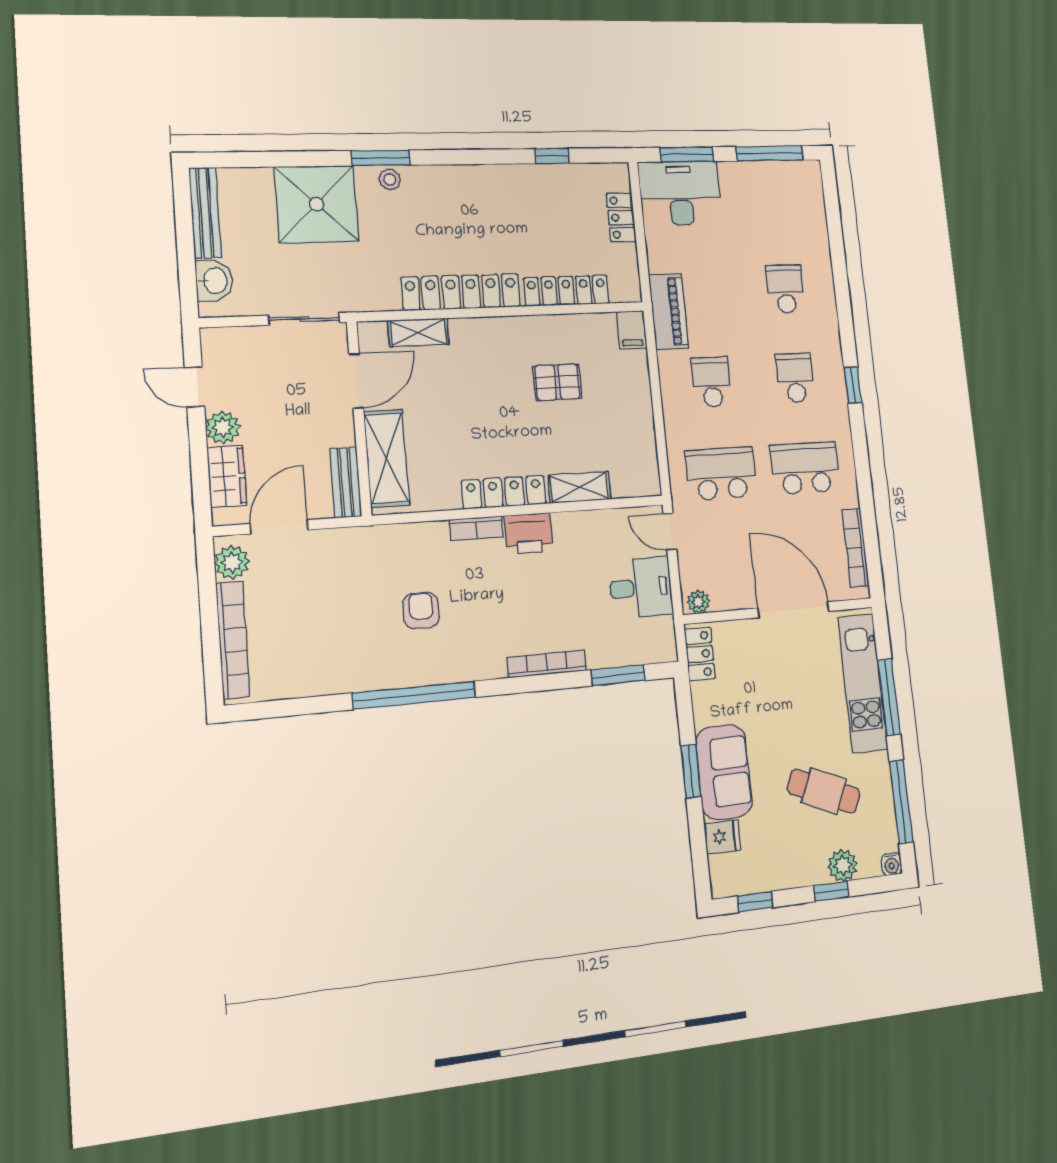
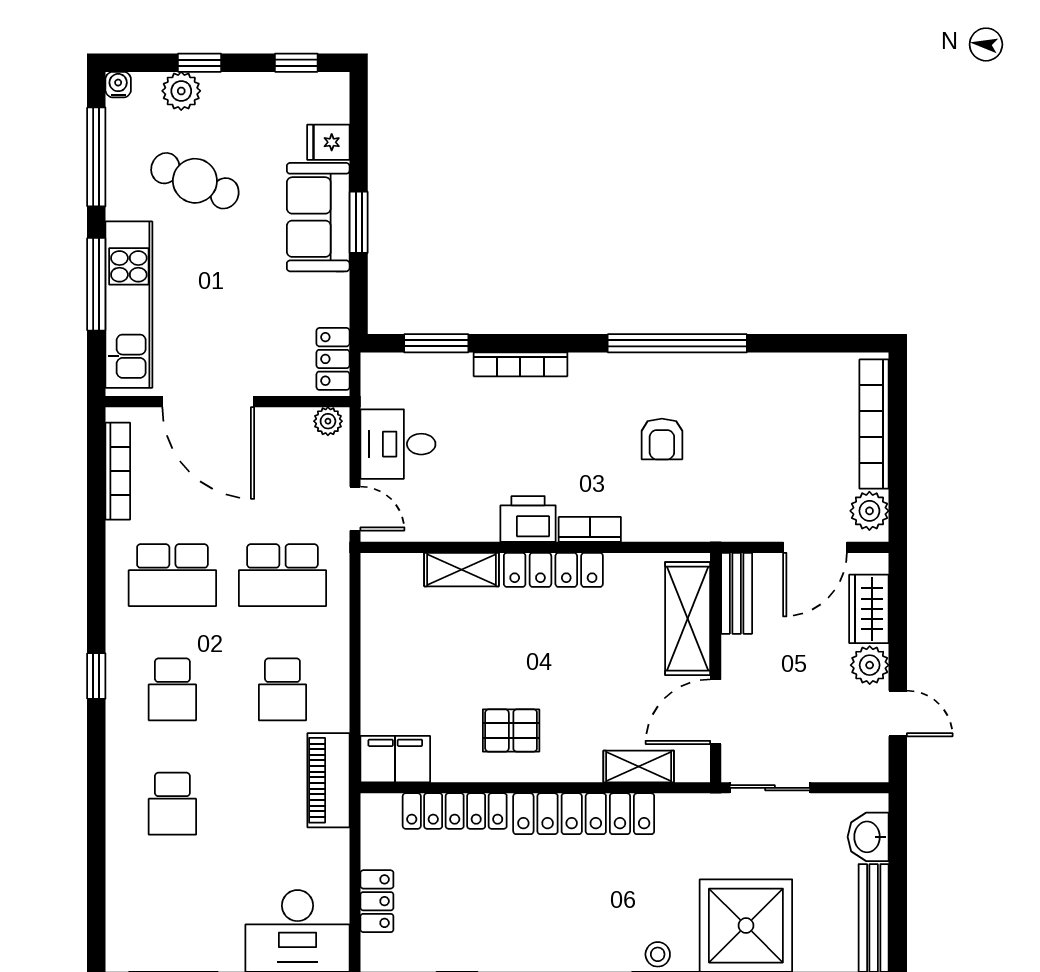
filing cabinet: (632, 330) -> (395, 759), width x2.00
pallet: (557, 382) -> (511, 730), moved

